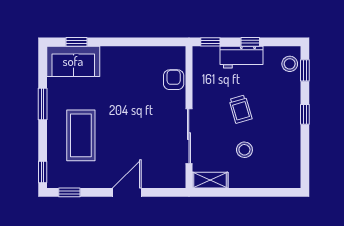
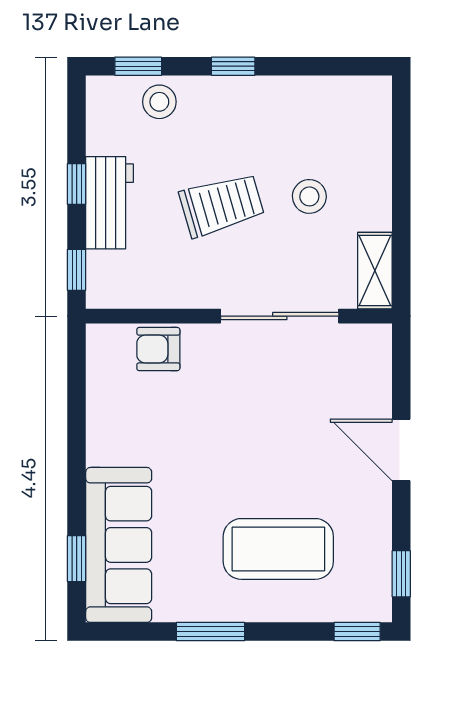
sofa: (73, 61) -> (119, 545), width x1.36
stool: (290, 64) -> (159, 102), moved
trolley: (241, 109) -> (222, 205), width x1.36, depth x1.39

